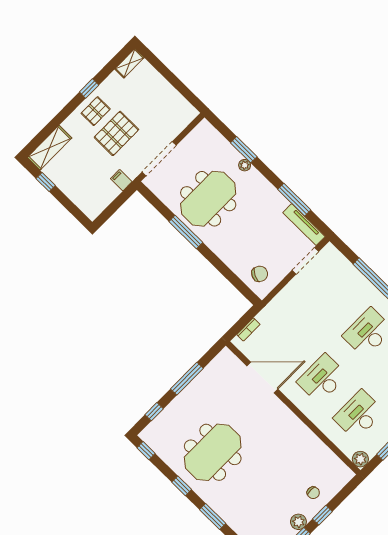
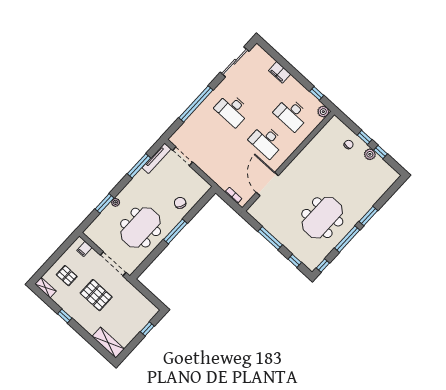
pallet: (96, 111) -> (67, 276), moved
filing cabinet: (121, 180) -> (84, 249), moved
window: (46, 182) -> (147, 329), moved
meeting table: (208, 199) -> (141, 228), turned 90
window: (186, 232) -> (175, 231), moved
chair: (260, 274) -> (180, 203), moved
meeting table: (213, 452) -> (322, 218), turned 90
window: (182, 486) -> (347, 239), width x2.17

